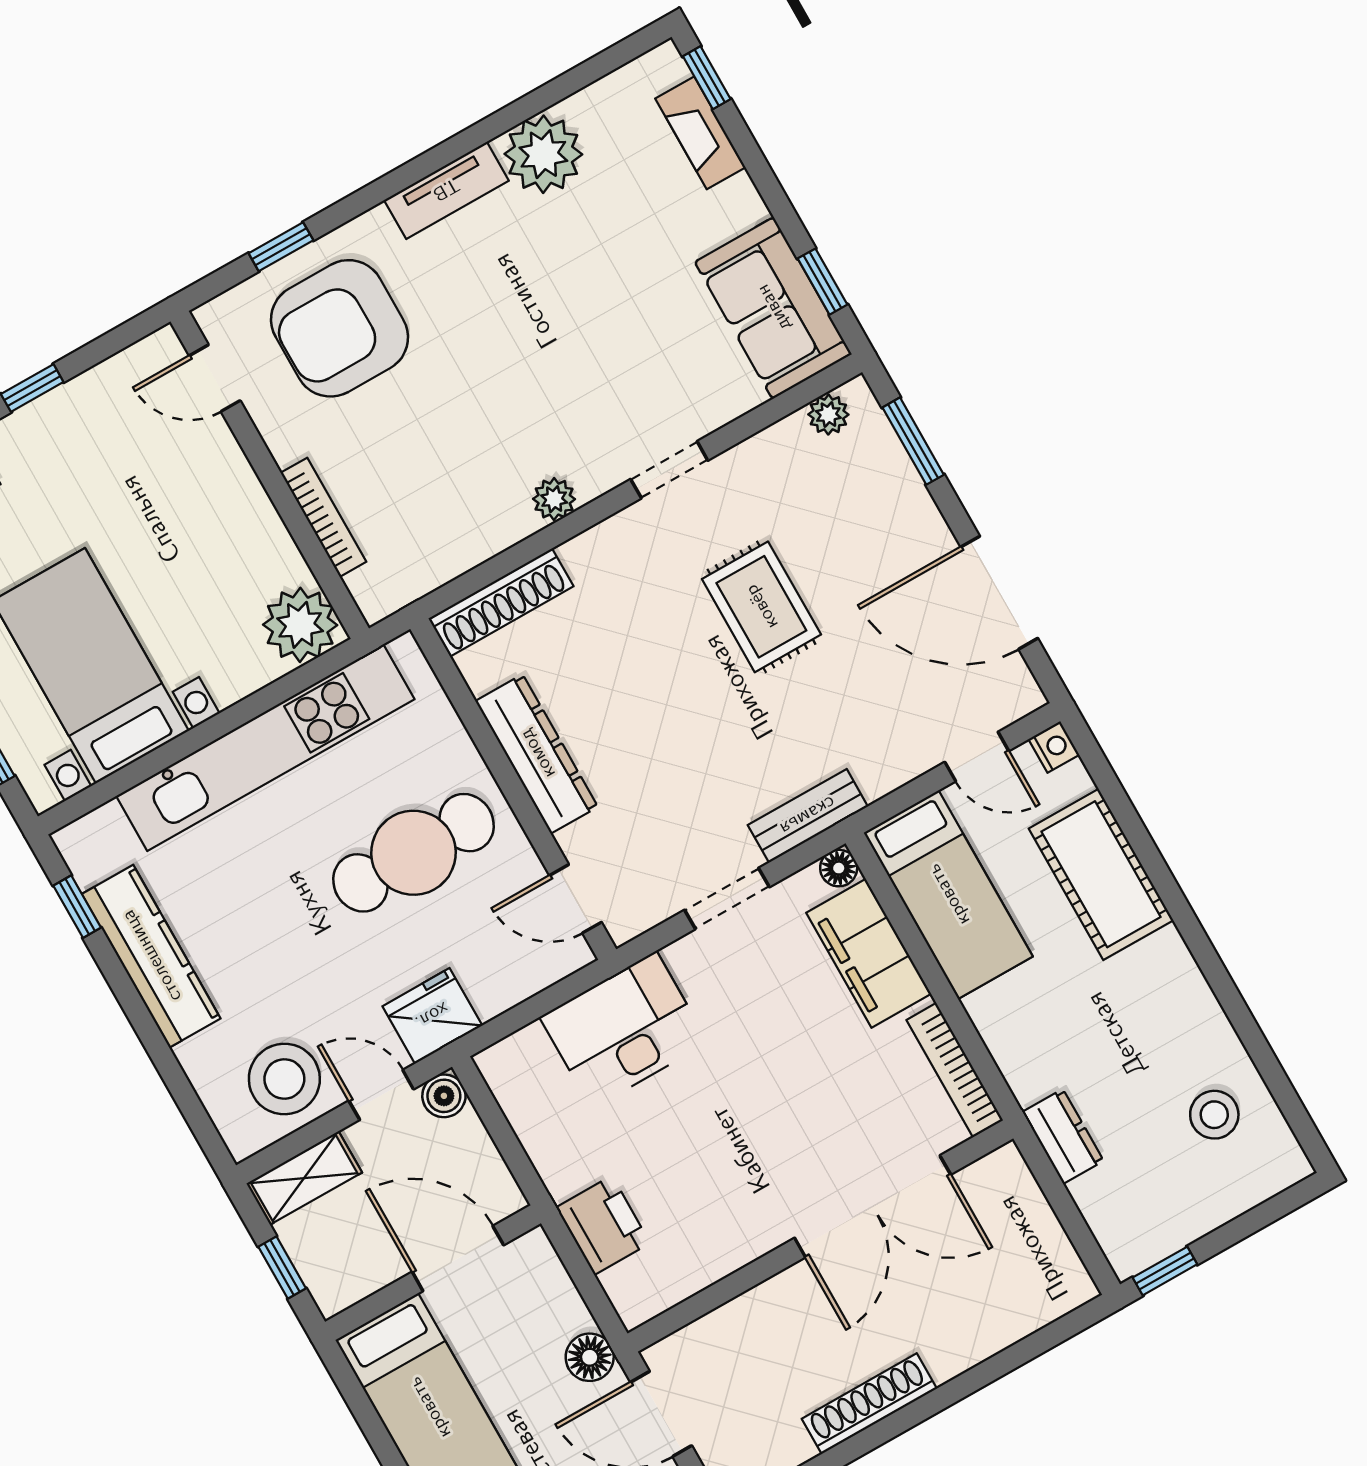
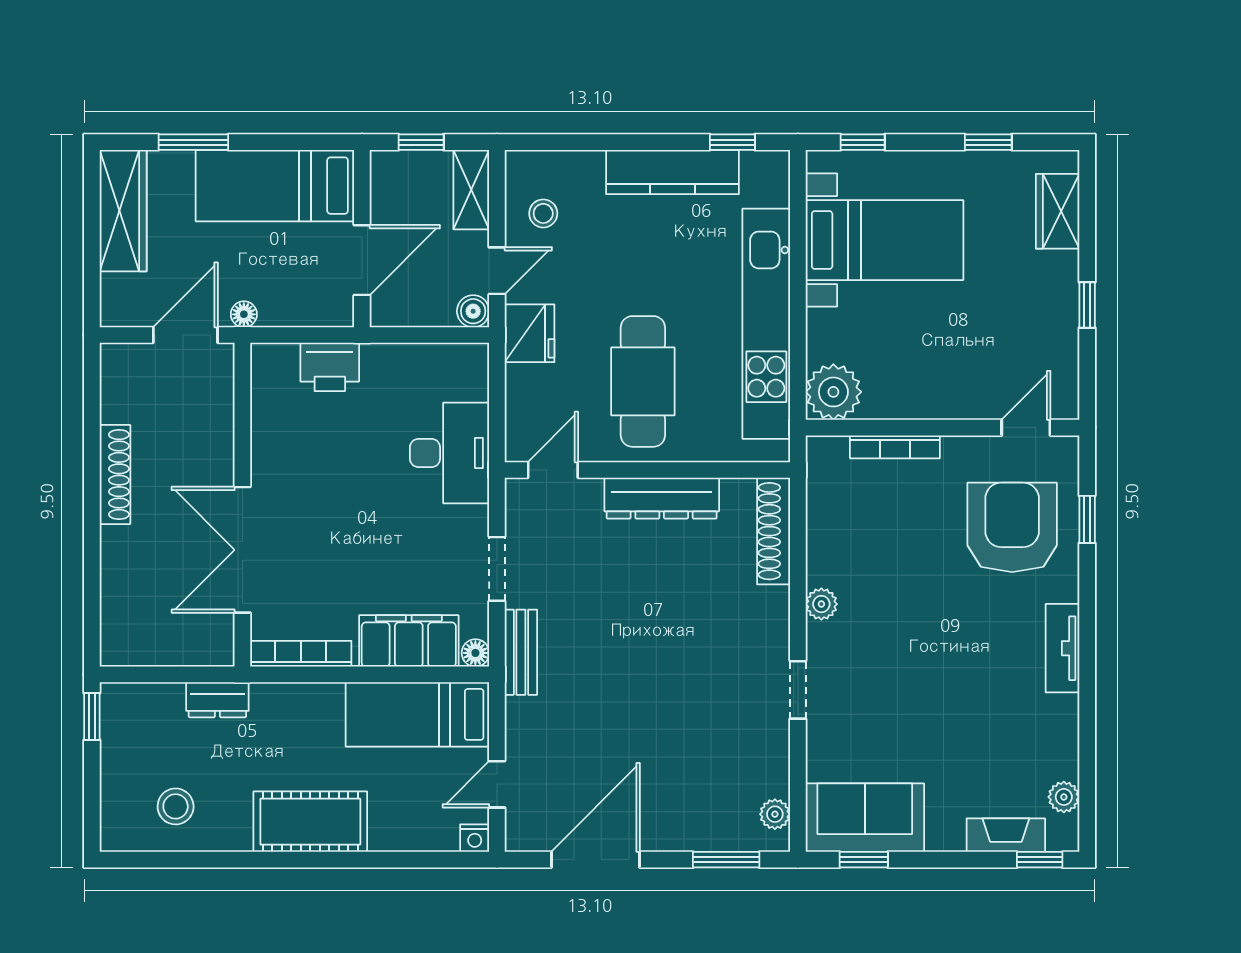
plant: (543, 154) -> (1064, 797), moved, width x0.53, depth x0.53
rug: (761, 607) -> (674, 699), removed
cot: (1101, 874) -> (310, 822), moved
stool: (284, 1079) -> (543, 213), width x0.53, depth x0.53
floor lamp: (590, 1357) -> (244, 314), width x0.73, depth x0.73

